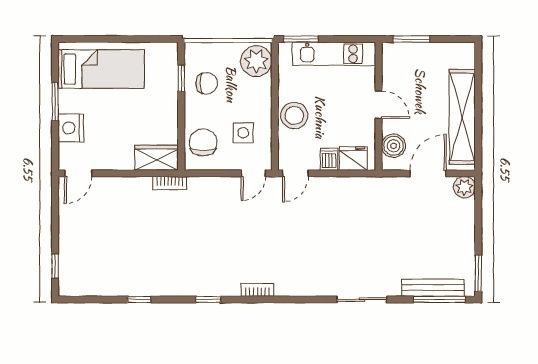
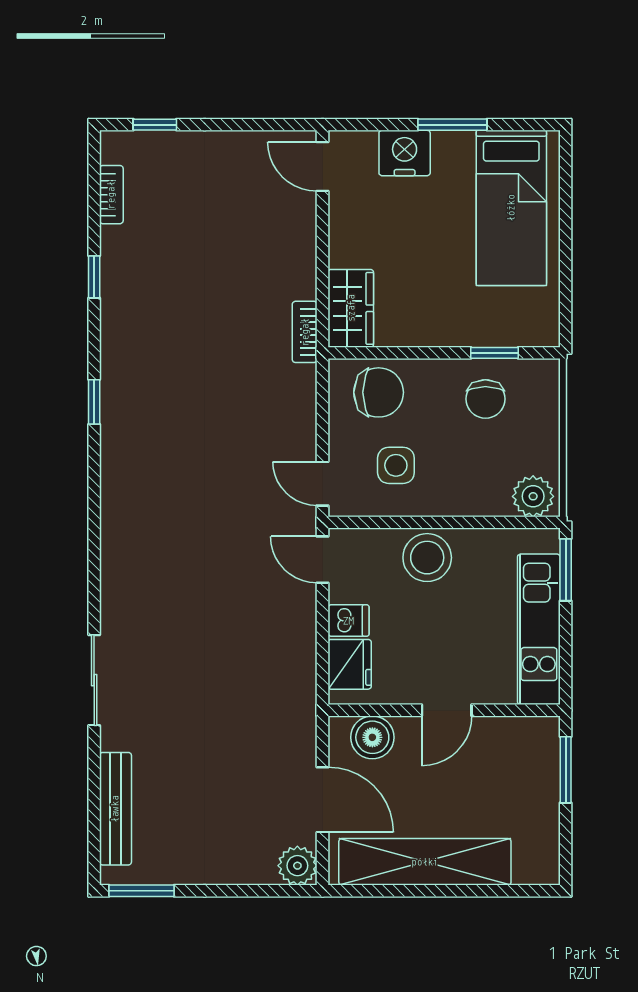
plant: (256, 61) -> (533, 496), width x0.73, depth x0.73
bookcase: (258, 290) -> (111, 195), moved
window: (439, 299) -> (94, 820), removed

